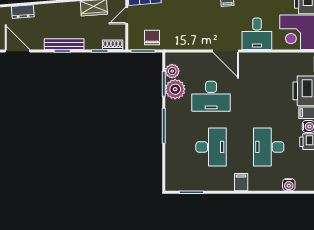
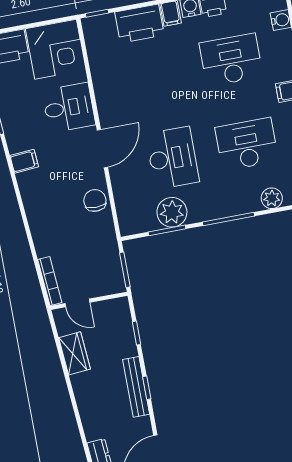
chair: (152, 37) -> (95, 200), moved, turned 90
shoe rack: (113, 45) -> (124, 316), removed
plant: (172, 71) -> (272, 198), moved
desk: (269, 147) -> (231, 60), turned 180

